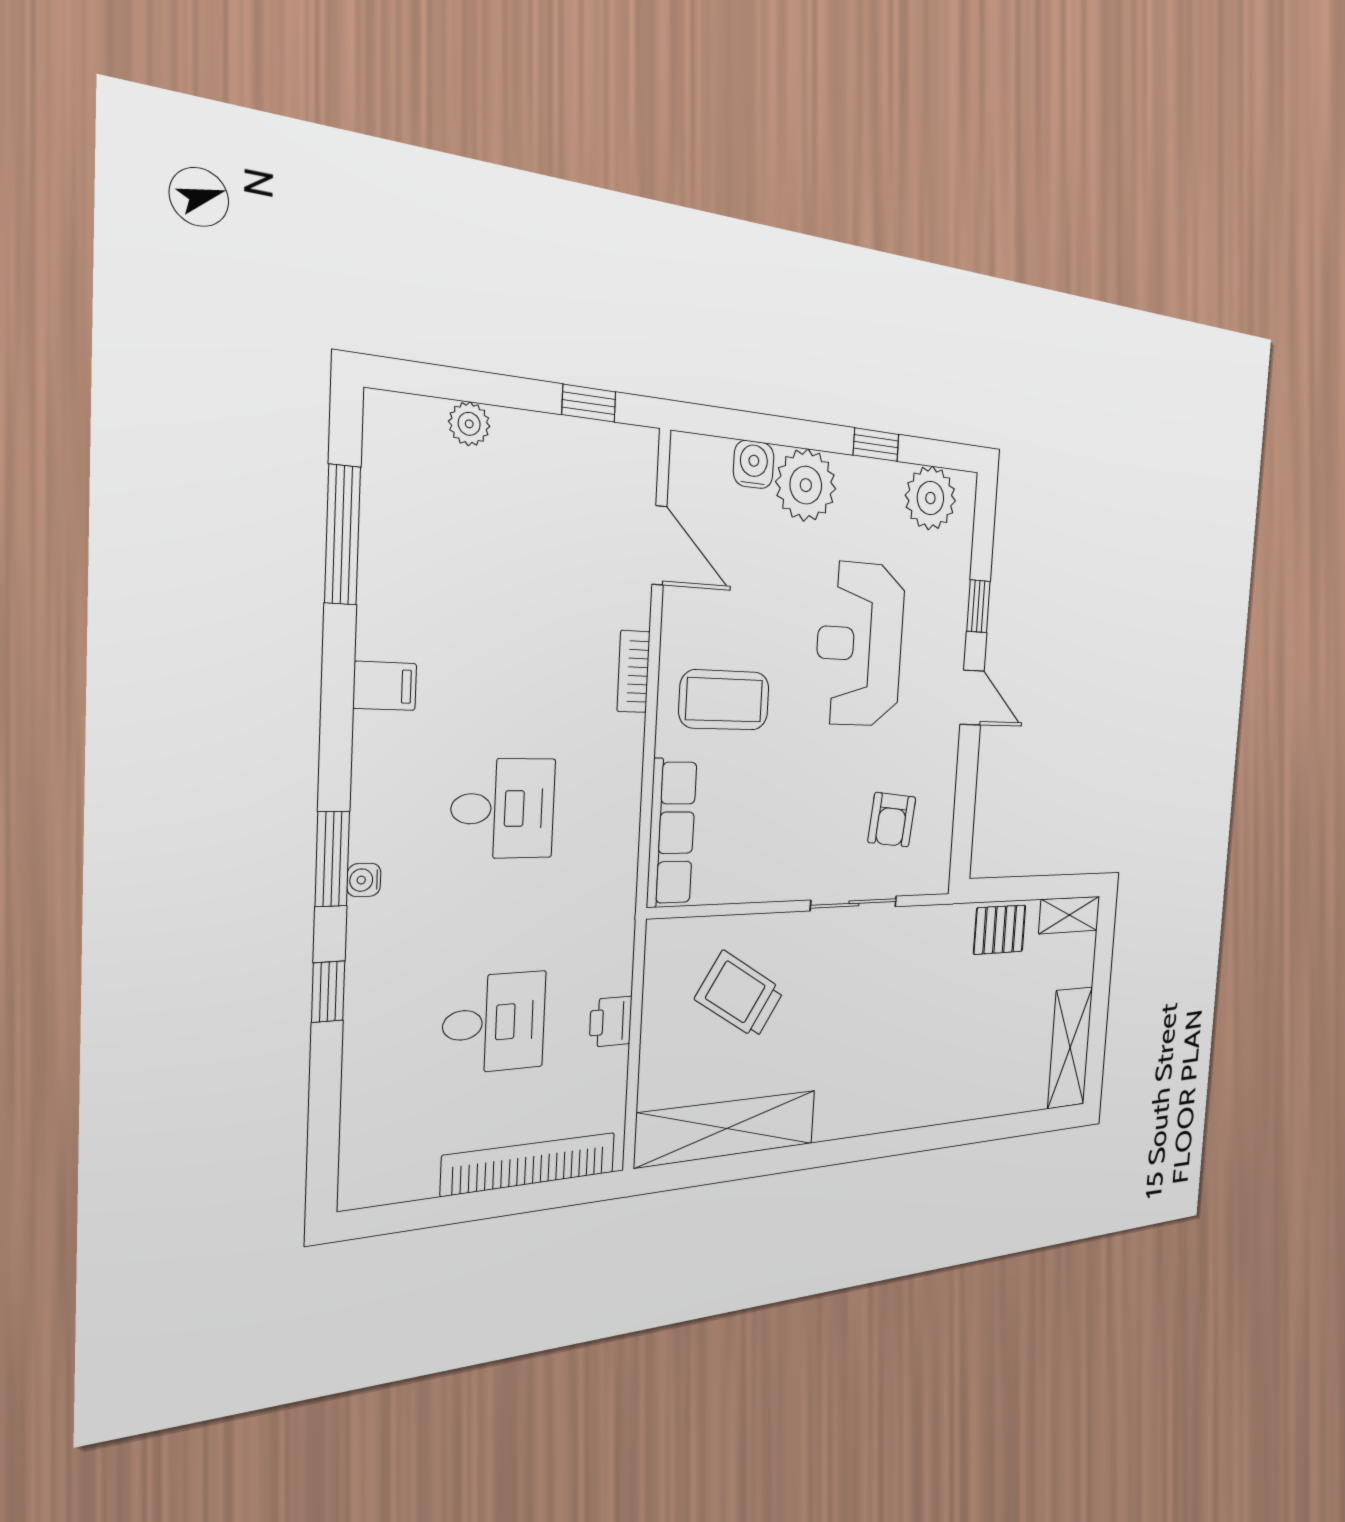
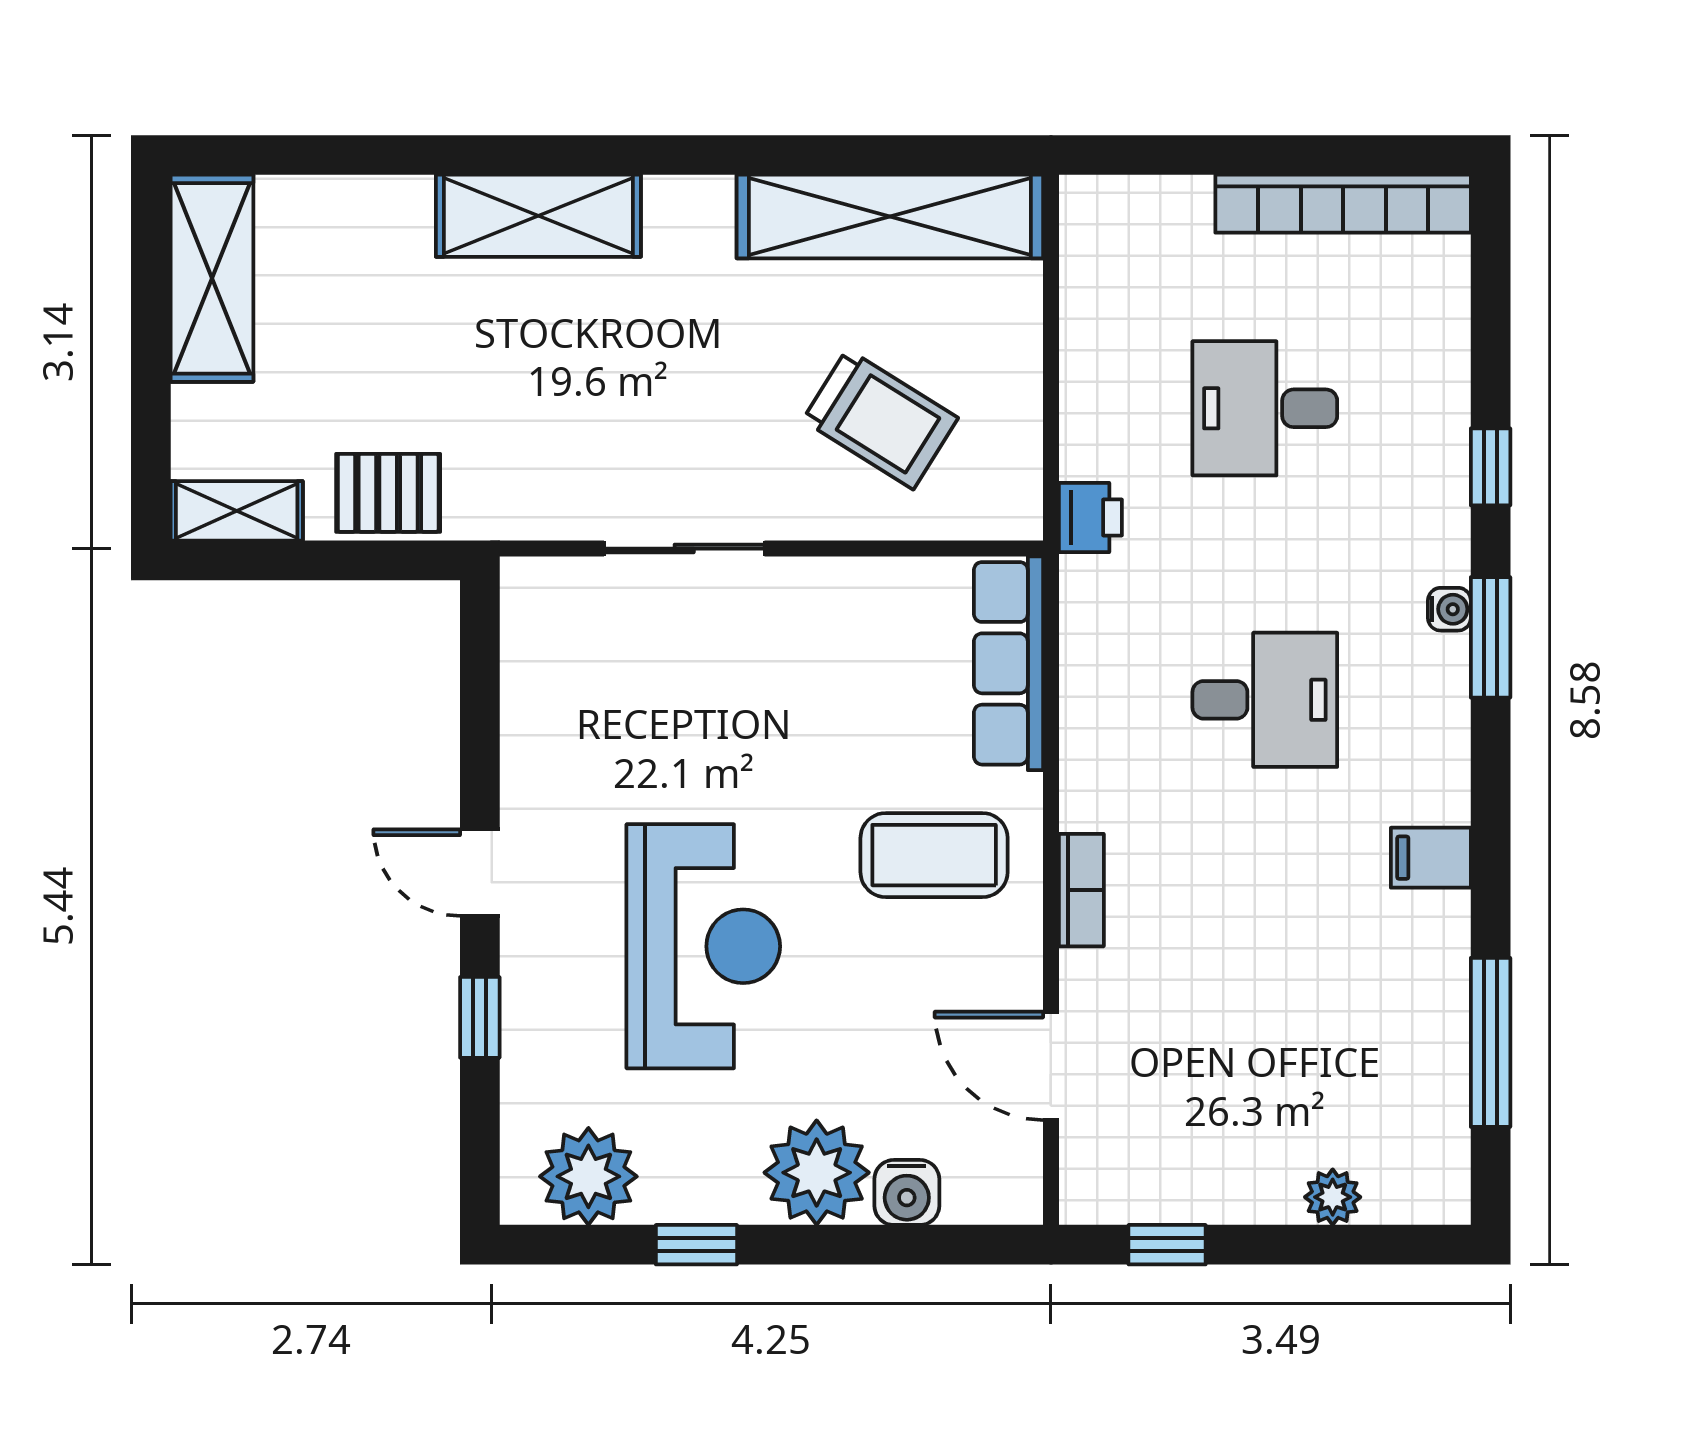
desk: (503, 809) -> (1265, 700), turned 180
armchair: (892, 820) -> (622, 678), removed
printer: (611, 1022) -> (1090, 518), moved
shelving: (916, 1104) -> (538, 216), added
bookcase: (530, 1164) -> (1343, 204), moved

